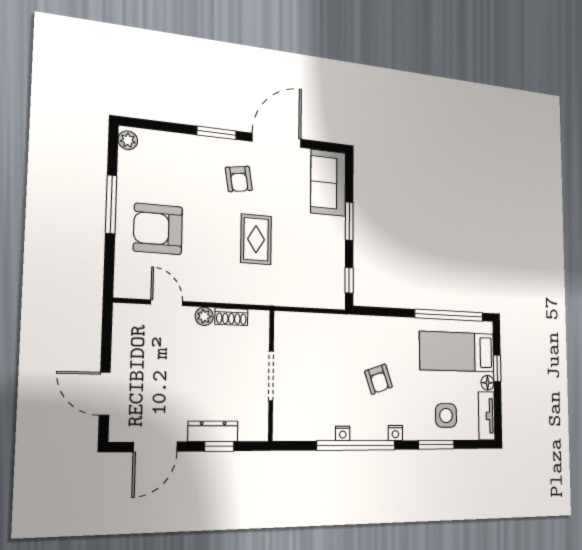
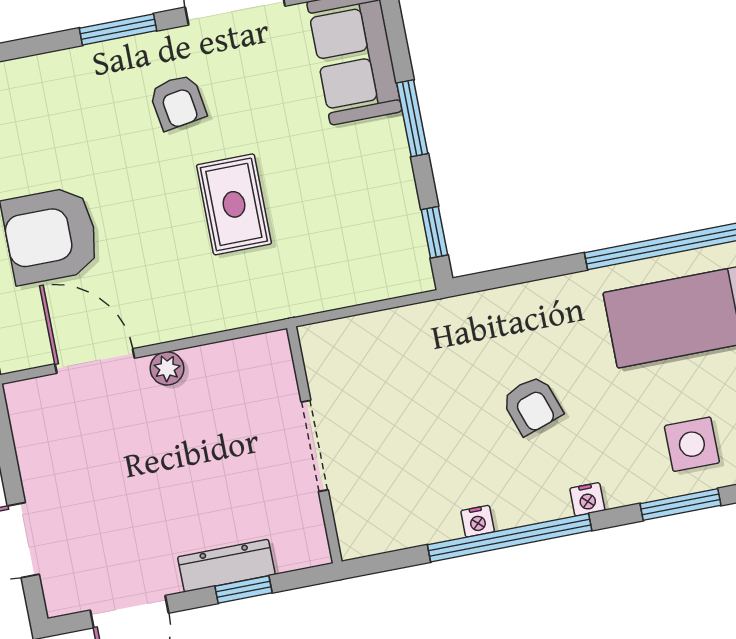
door: (167, 303) -> (95, 361), width x1.38
shoe rack: (231, 317) -> (217, 357), removed

